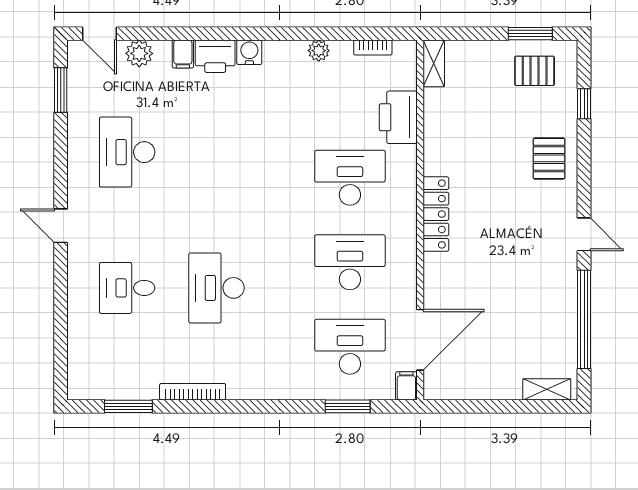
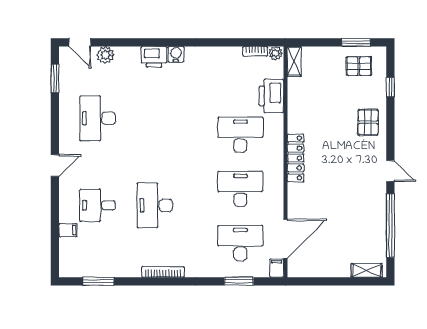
plant: (319, 51) -> (276, 53), moved
filing cabinet: (183, 54) -> (68, 230), moved, turned -90
door: (61, 226) -> (55, 165), swing flipped
bookcase: (193, 392) -> (163, 272), moved

